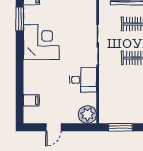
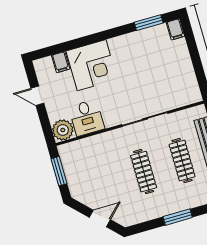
corner desk: (41, 42) -> (92, 65), moved
desk: (83, 80) -> (87, 118), moved

